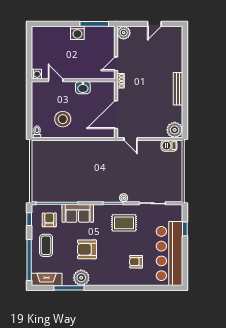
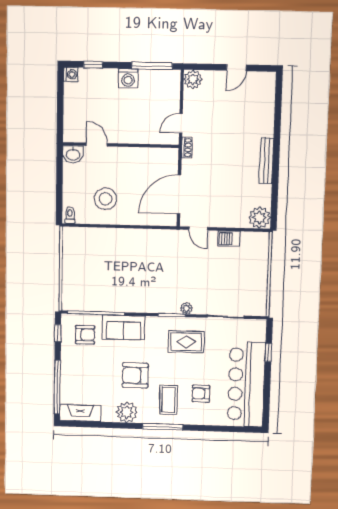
window: (52, 24) -> (93, 65), added
washing machine: (36, 74) -> (71, 74), moved
washbasin: (83, 88) -> (73, 154), moved
barbecue: (169, 146) -> (229, 239), moved
armchair: (49, 220) -> (85, 335), turned 90
coffee table: (46, 245) -> (168, 400), moved
window: (69, 288) -> (163, 427), moved

